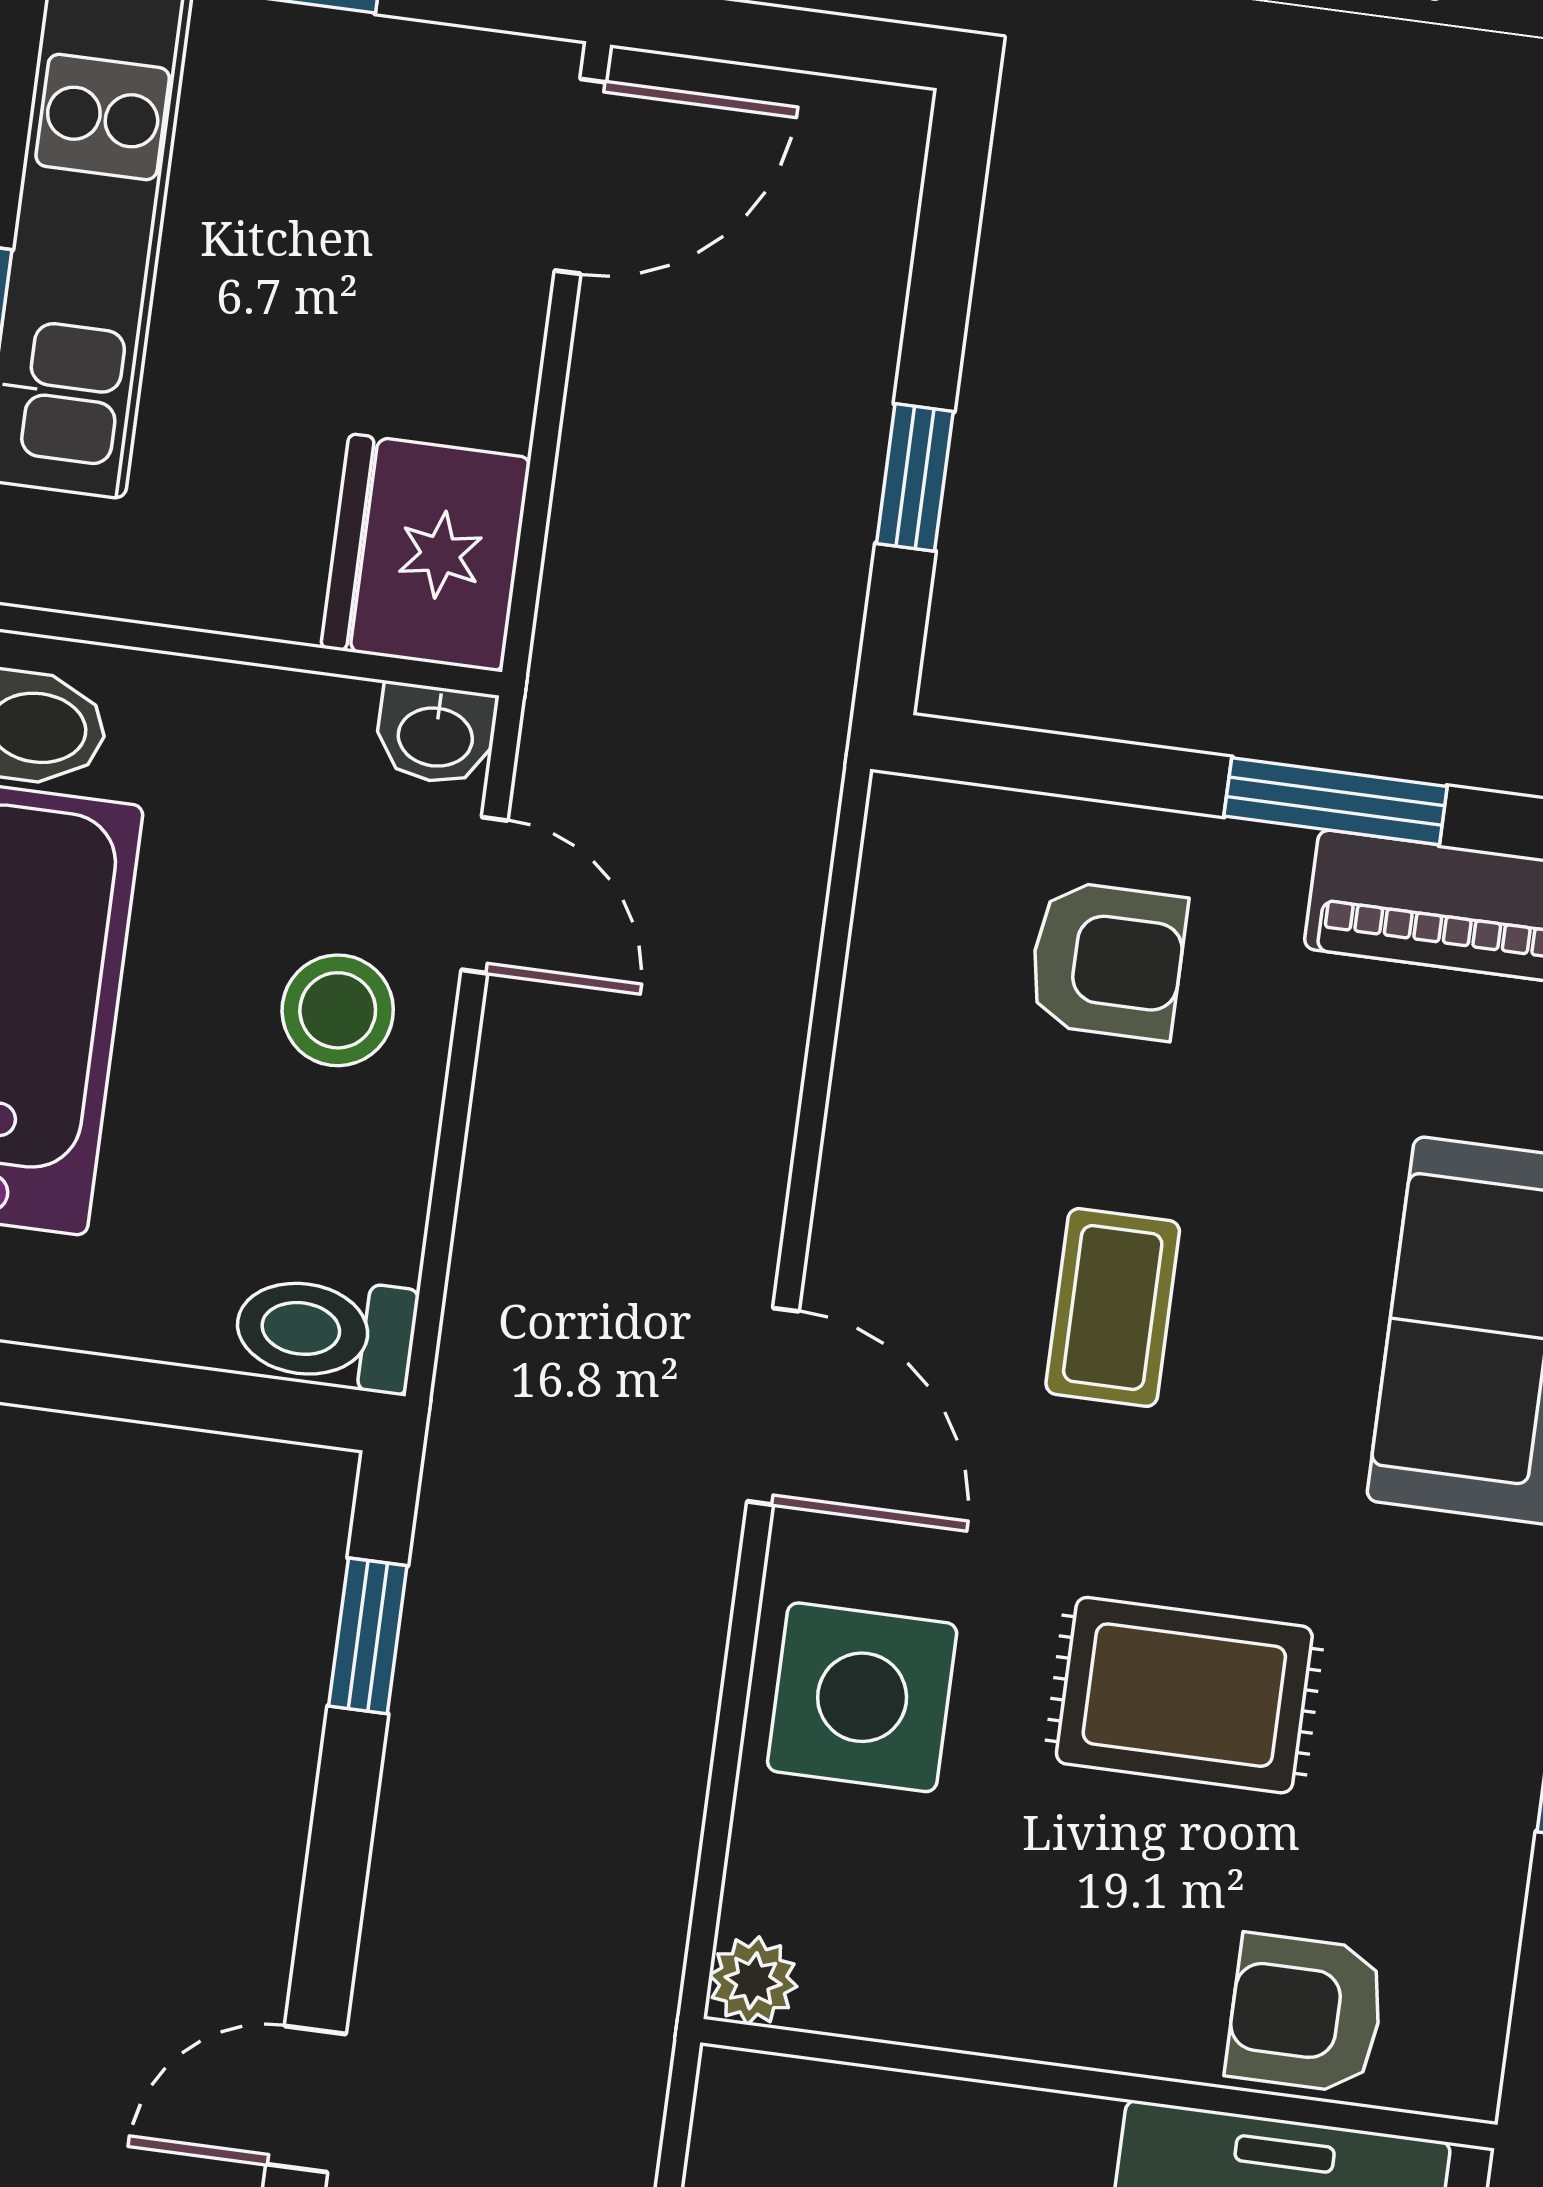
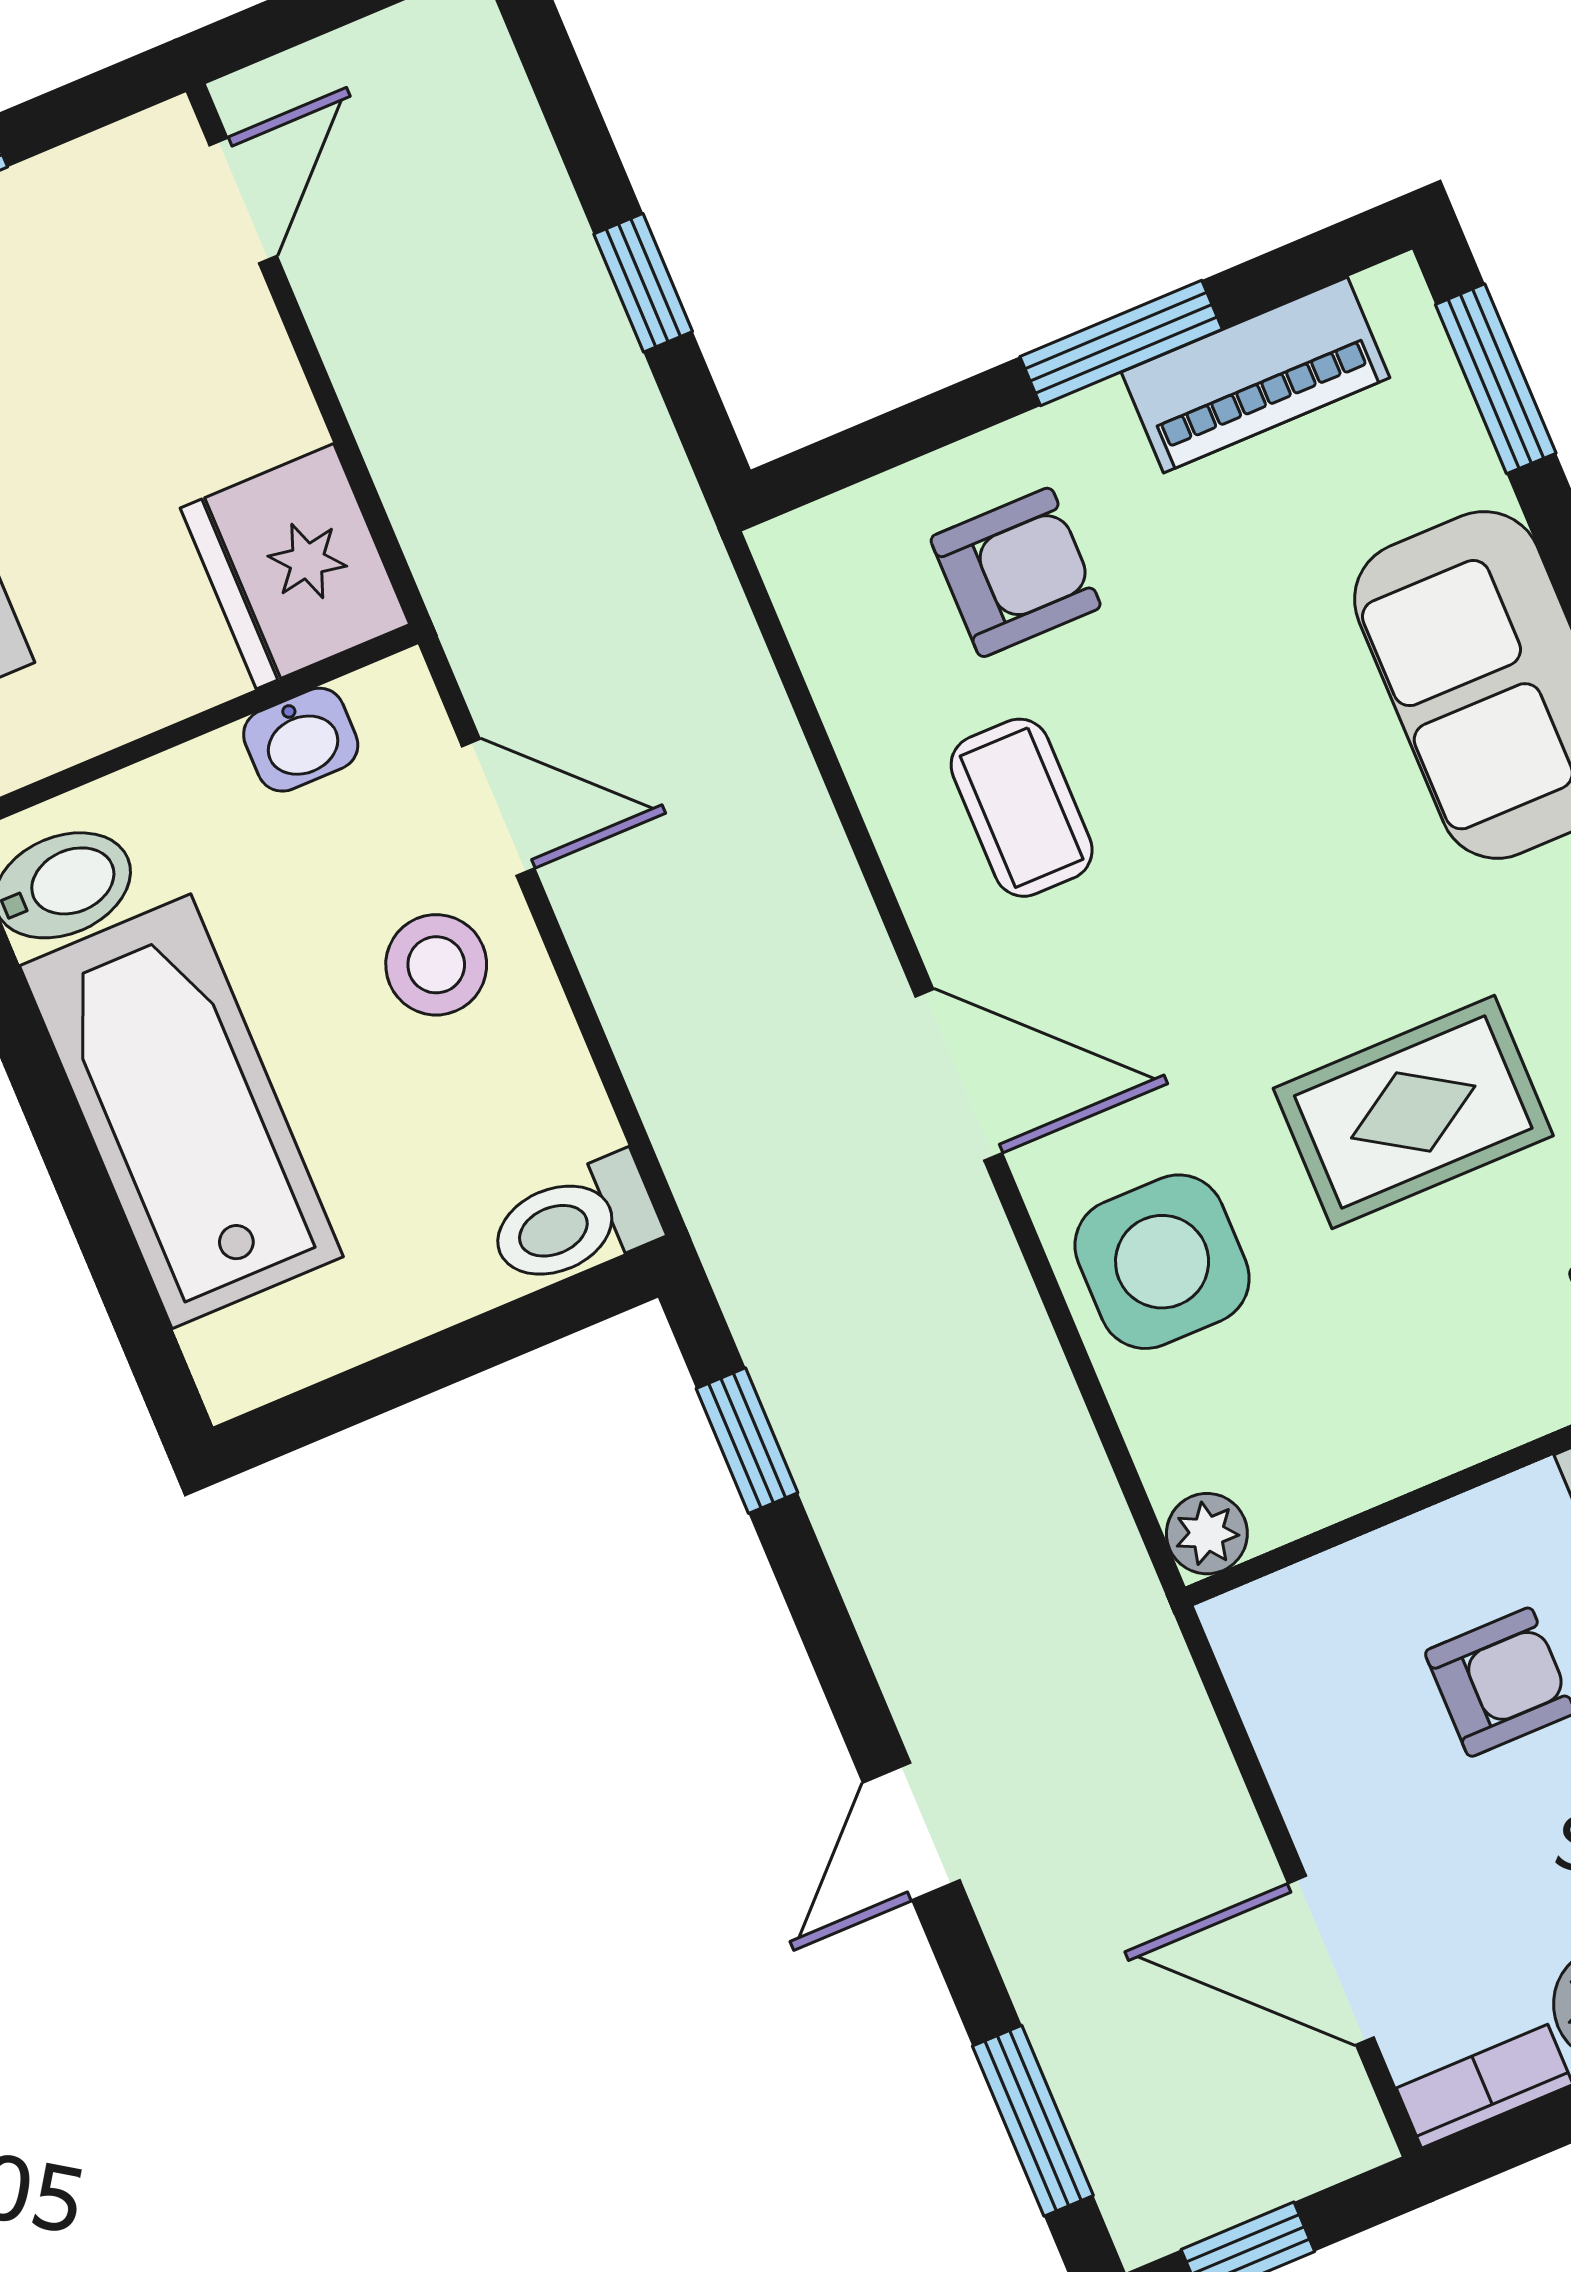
door: (580, 176) -> (243, 201), width x0.73
washbasin: (436, 734) -> (301, 740), moved
coffee table: (1113, 1307) -> (1022, 808), moved

